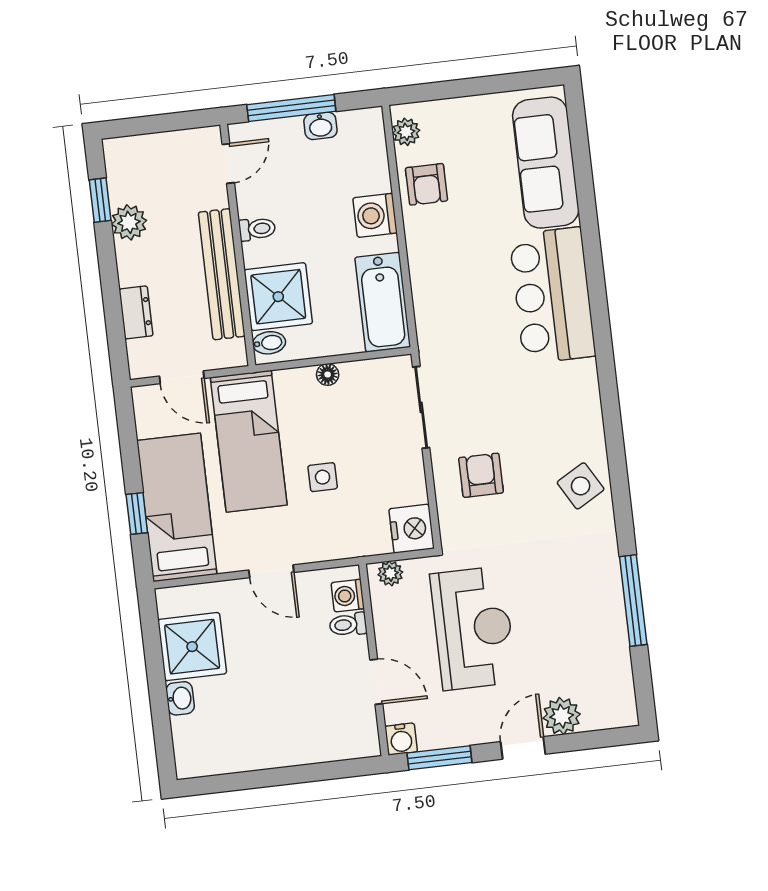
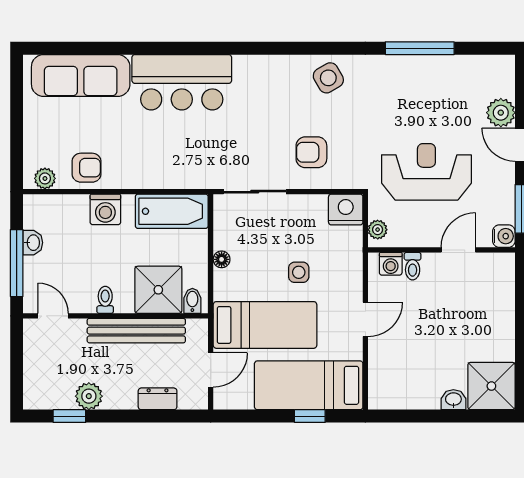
shower: (192, 647) -> (491, 386), moved

